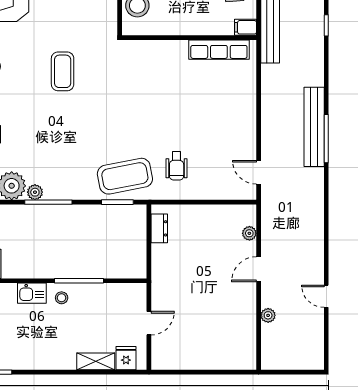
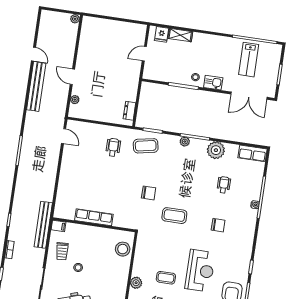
row of seats: (219, 50) -> (94, 217), moved
coffee table: (63, 71) -> (174, 216), turned 90
chair: (109, 101) -> (149, 193), added
bench: (314, 127) -> (36, 86), moved
coffee table: (125, 176) -> (146, 146), width x0.73, depth x0.76
plant: (35, 192) -> (185, 142), moved
door: (259, 269) -> (72, 77), swing flipped
plant: (268, 315) -> (75, 19), moved

